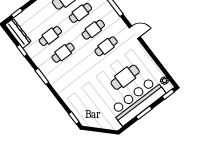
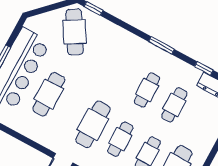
cafe table: (106, 46) -> (93, 124), width x1.37, depth x1.35
cafe table: (92, 109) -> (75, 32), added

